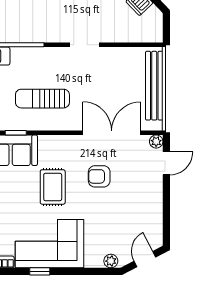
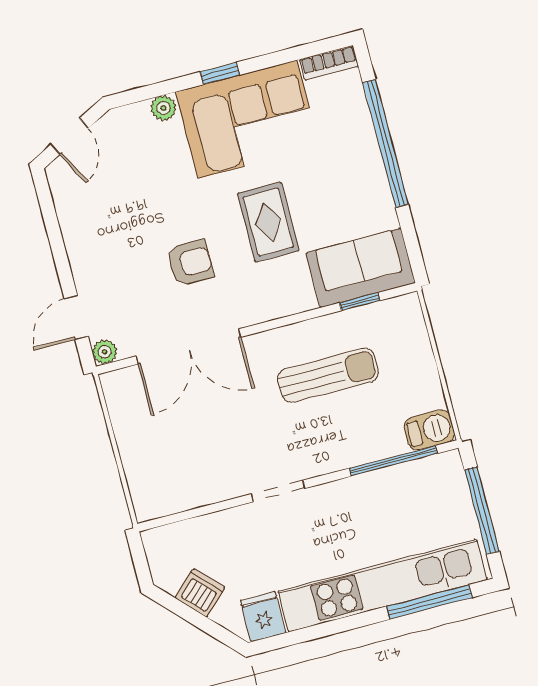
bench: (154, 86) -> (134, 451), removed
plant: (111, 261) -> (164, 108), moved
window: (40, 271) -> (220, 73), moved

